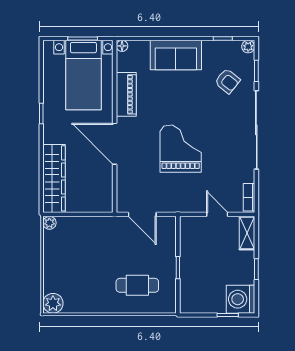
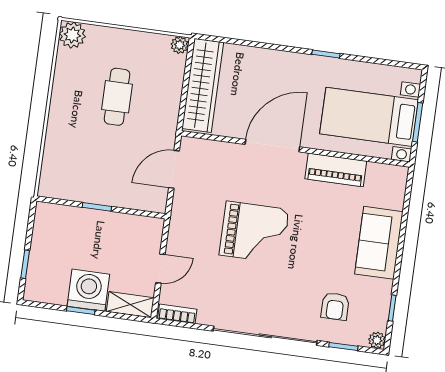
floor lamp: (122, 46) -> (401, 173), removed
armchair: (227, 81) -> (335, 306), turned -39
wardrobe: (54, 178) -> (203, 85), moved, turned -90
cafe table: (137, 285) -> (117, 97), moved
washing machine: (240, 299) -> (88, 290), moved

